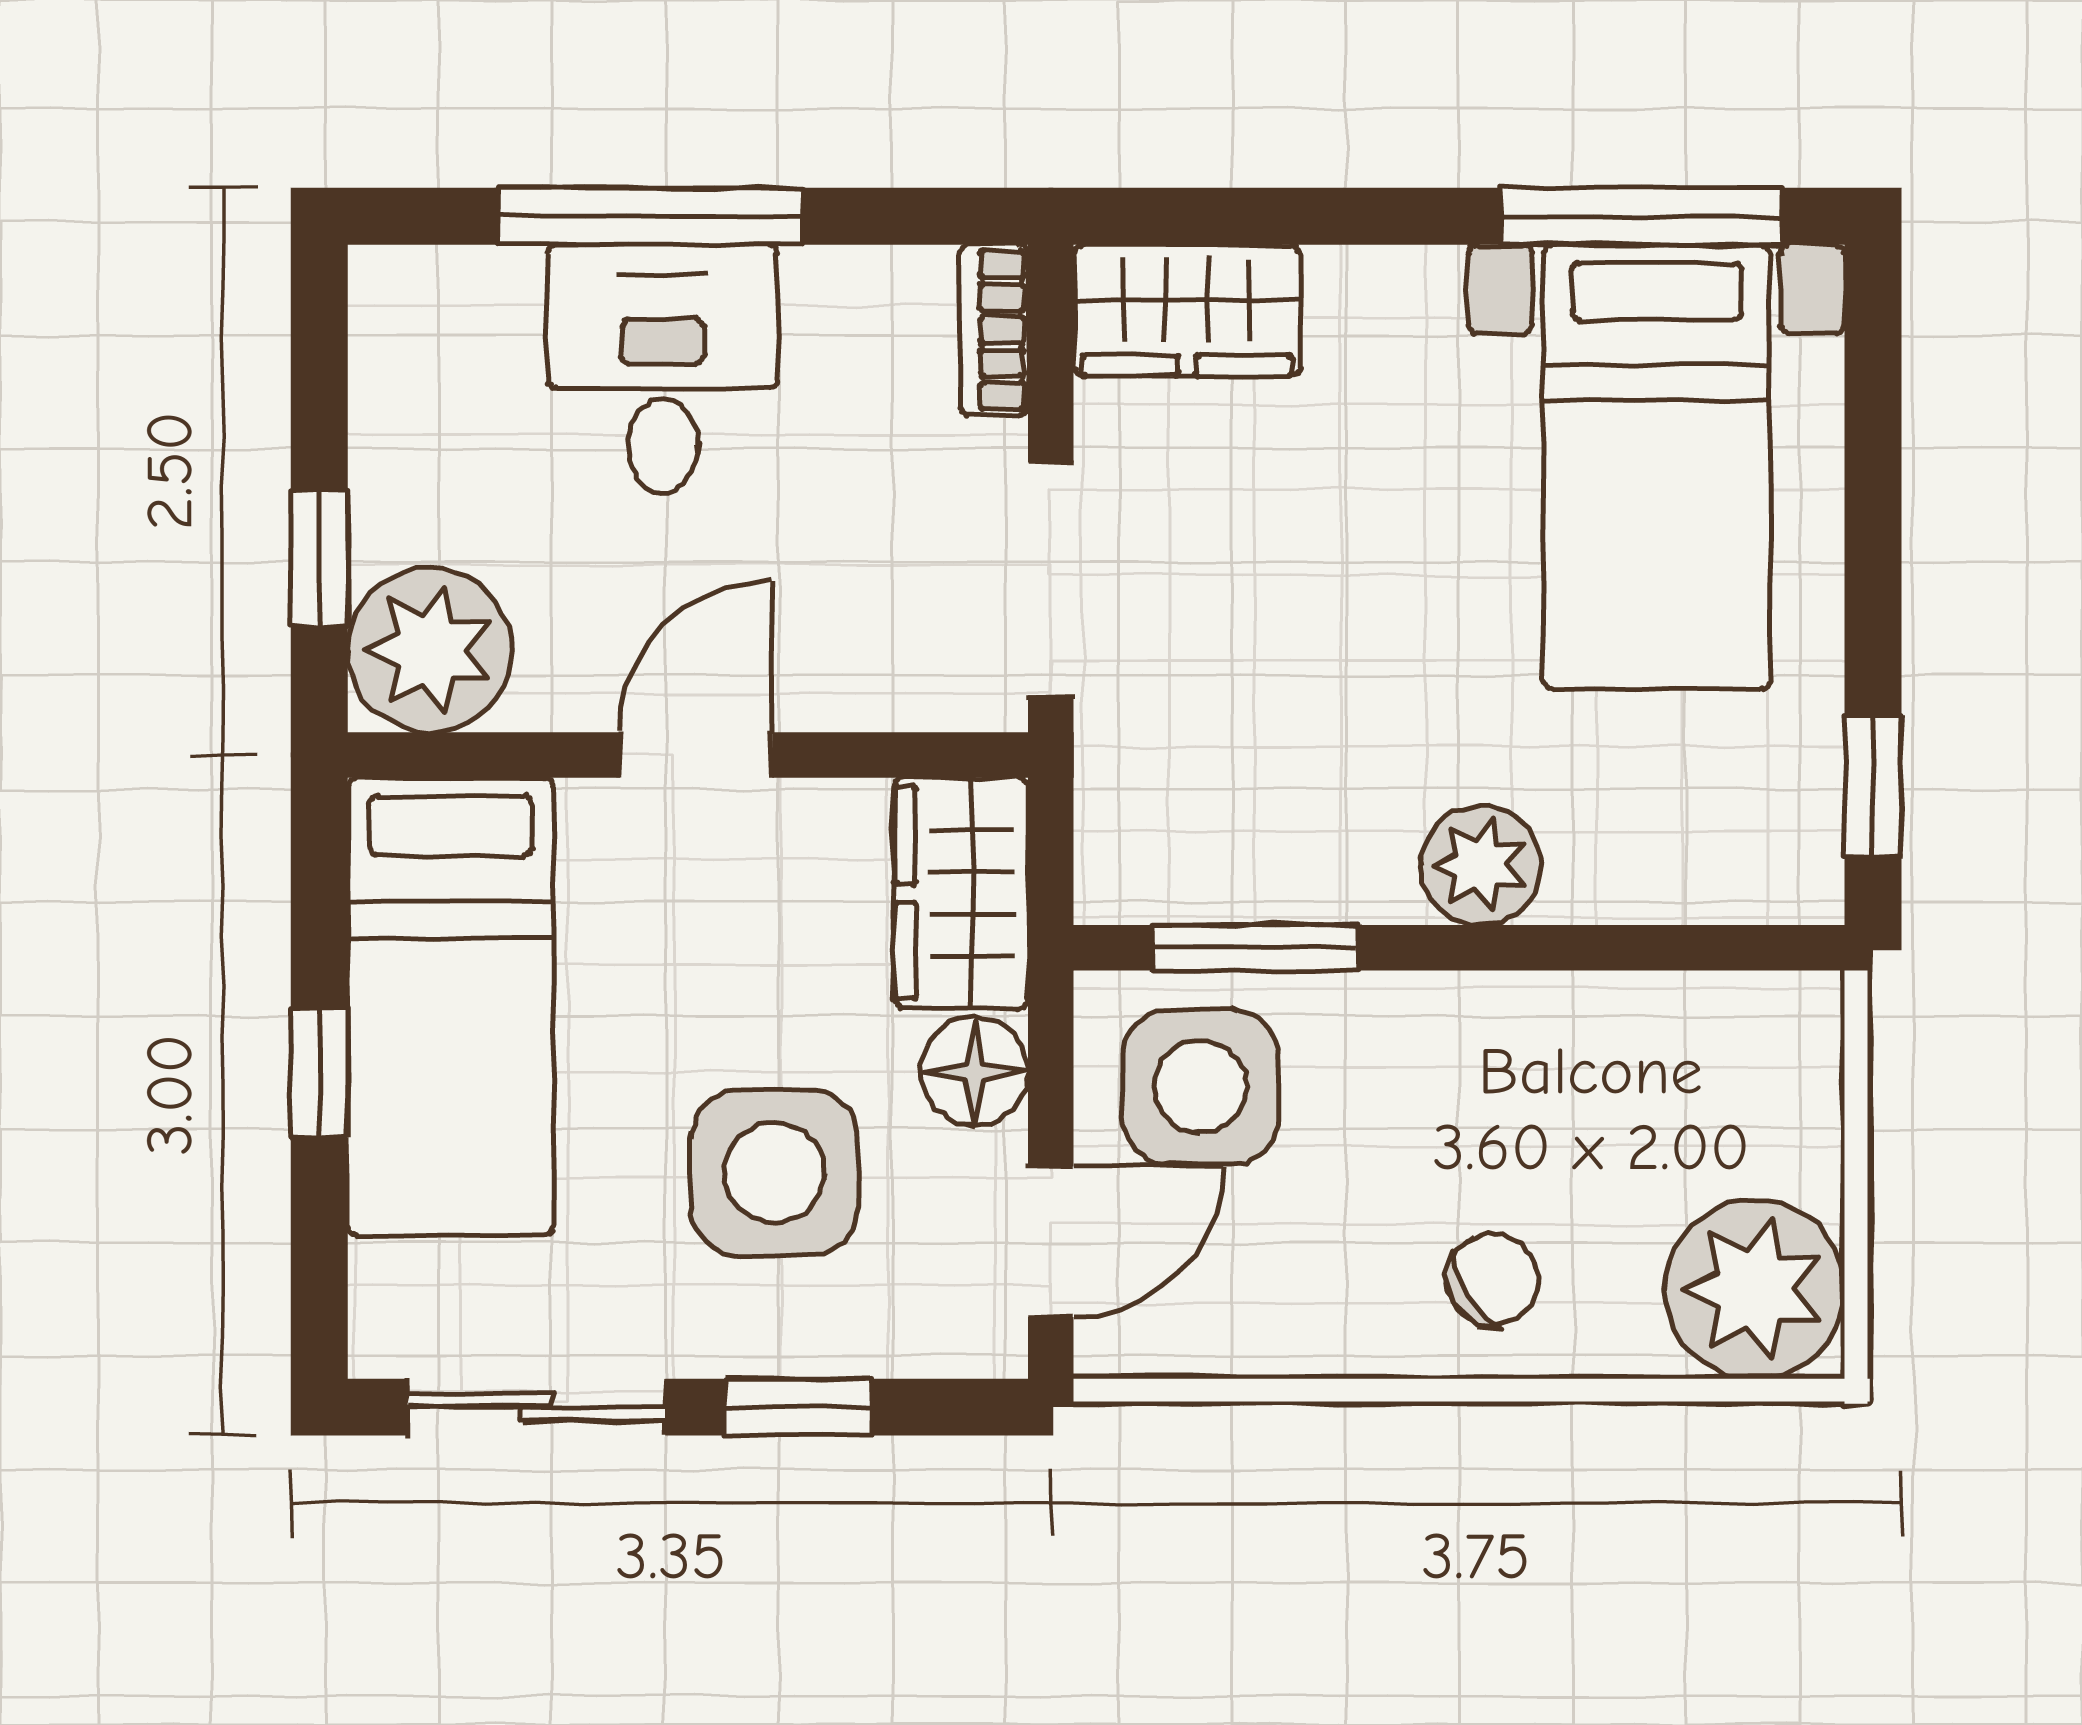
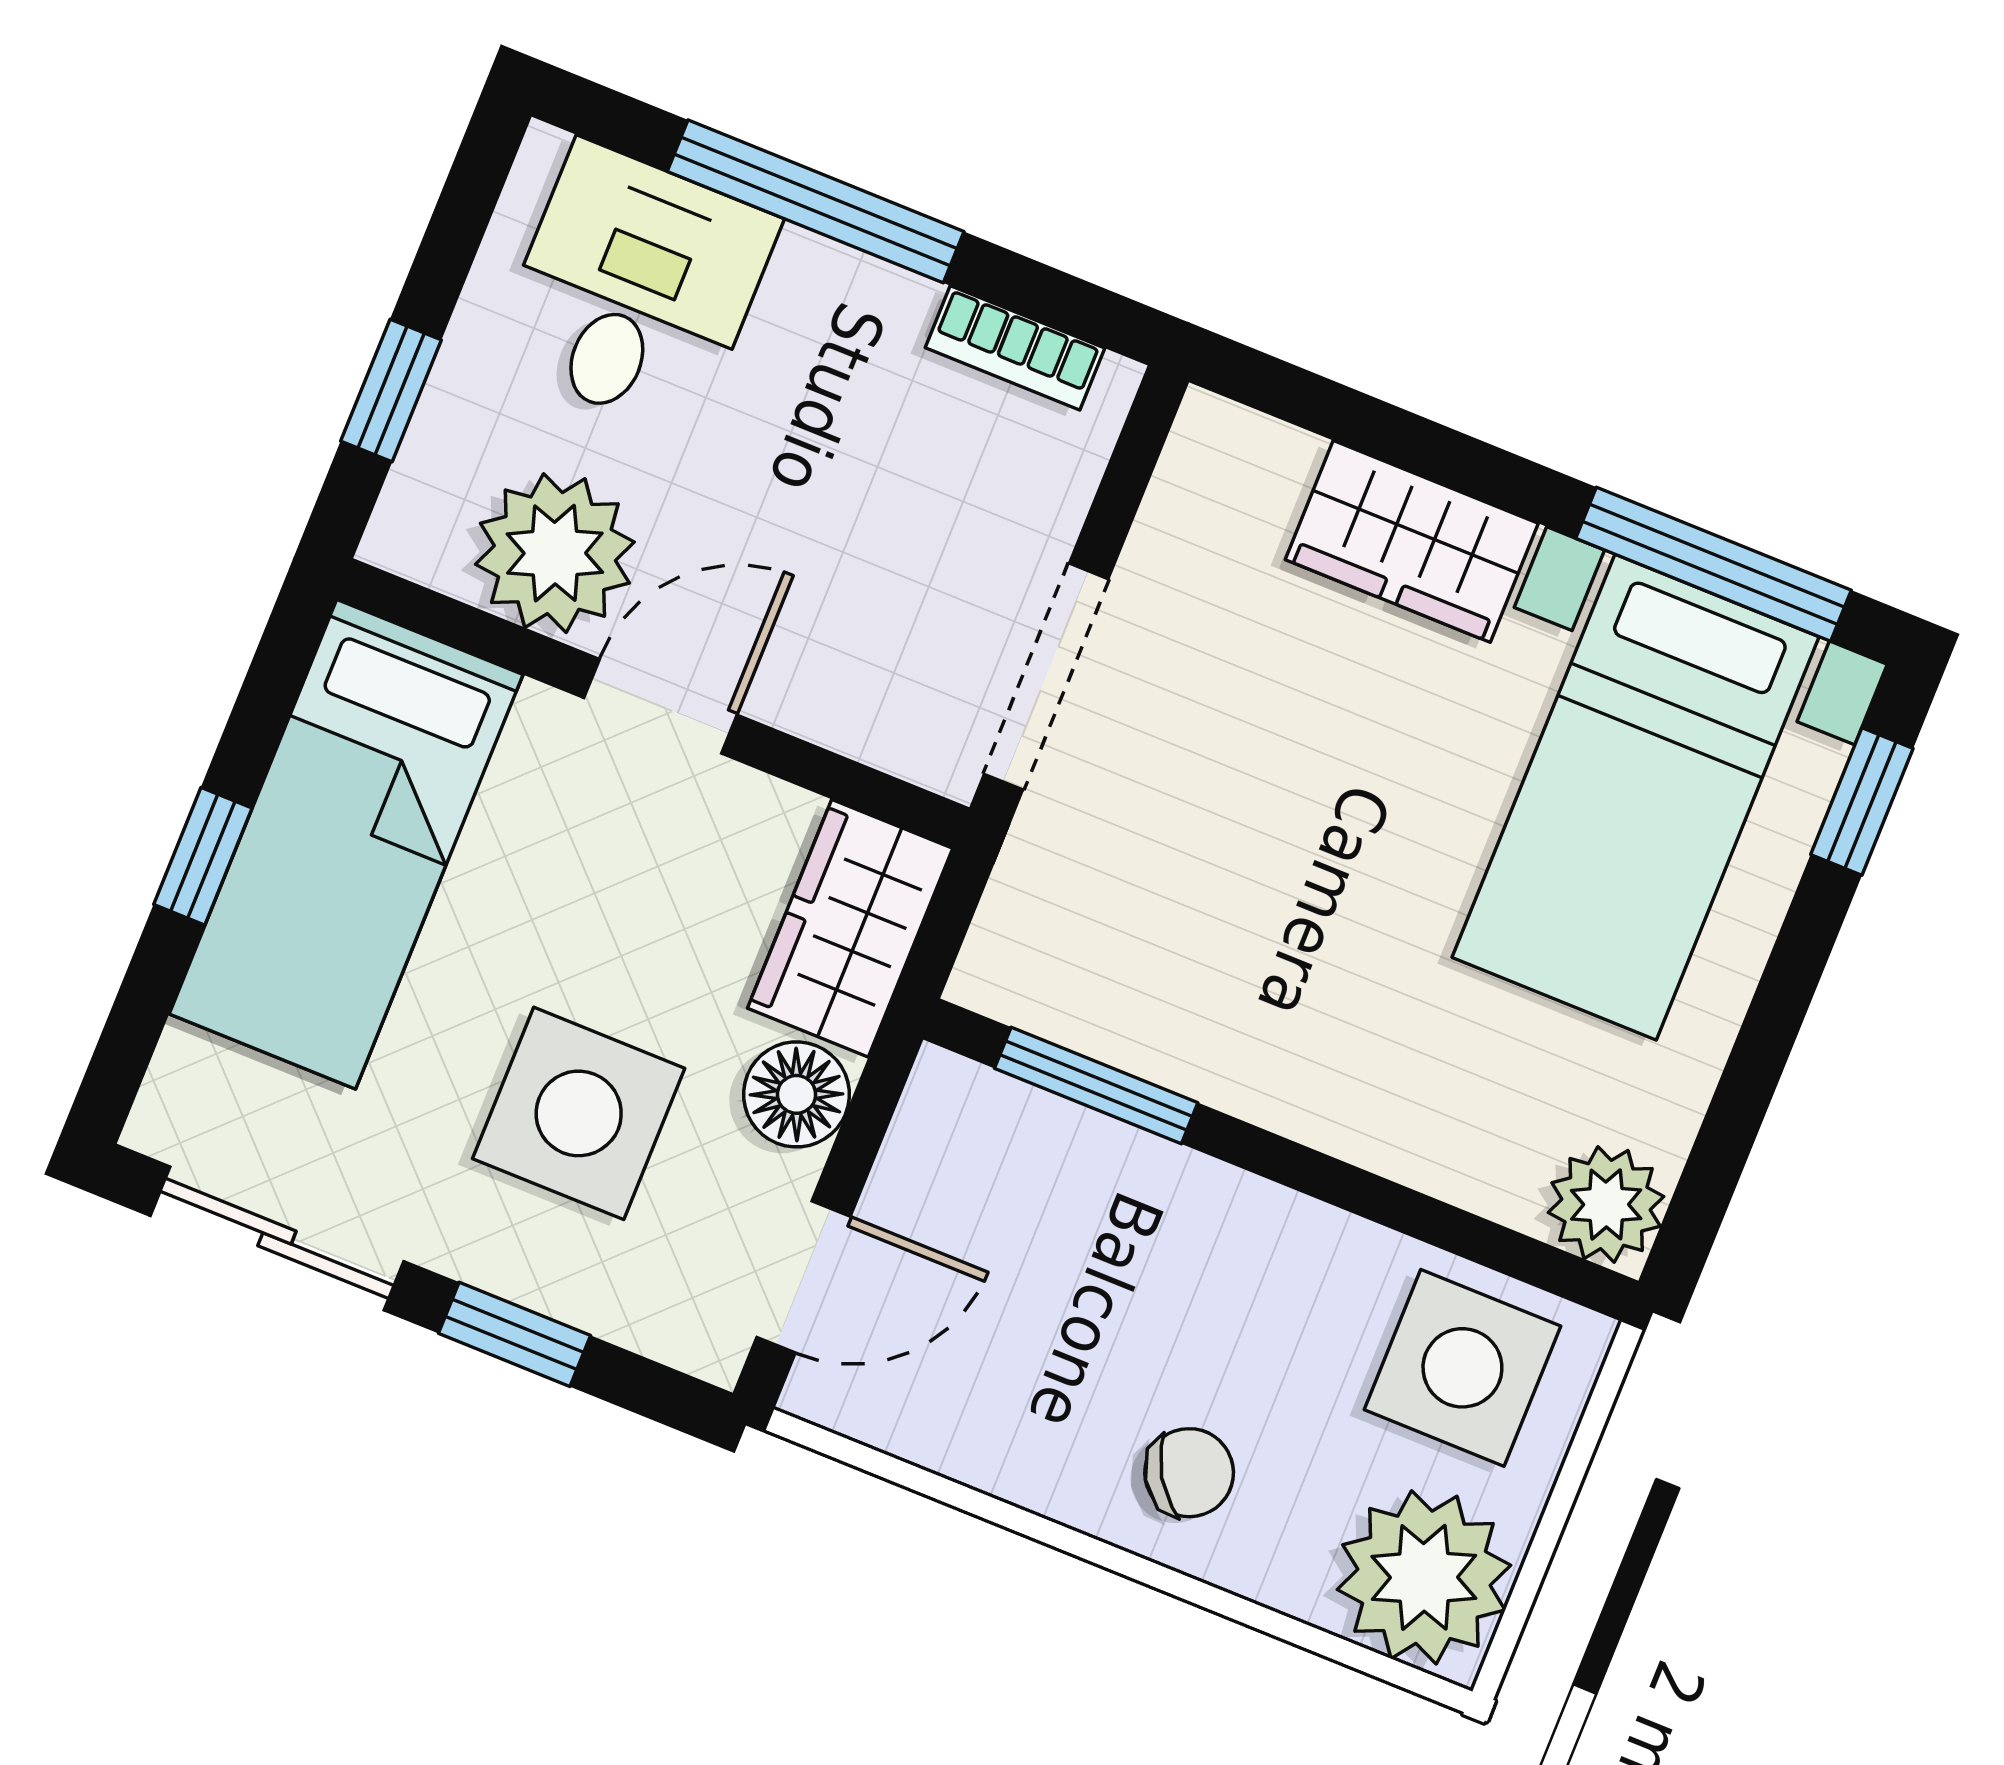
wardrobe: (1187, 310) -> (1412, 541), moved
bookcase: (994, 330) -> (1015, 348), moved, turned -90
desk: (663, 369) -> (635, 289), moved
plant: (430, 650) -> (555, 553), moved
window: (1873, 786) -> (1862, 801), moved
plant: (1481, 865) -> (1606, 1204), moved
side table: (1200, 1087) -> (1462, 1368), moved

